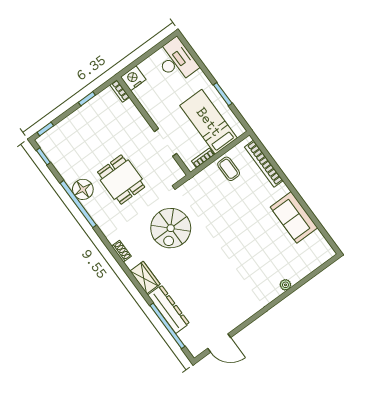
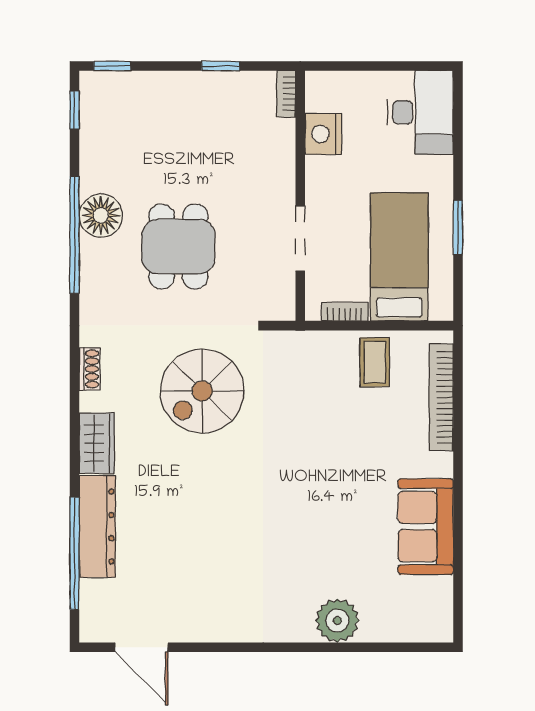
nightstand: (133, 78) -> (323, 134), moved, turned -90
plant: (285, 285) -> (337, 621), width x1.88, depth x1.88

